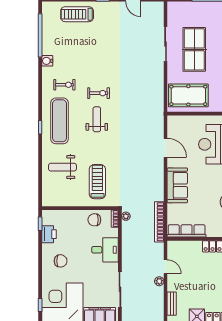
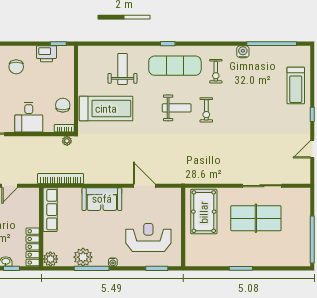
treadmill: (77, 14) -> (296, 86), turned 180
door: (166, 148) -> (144, 186), swing flipped
treadmill: (97, 182) -> (106, 109), width x1.37, depth x1.38

